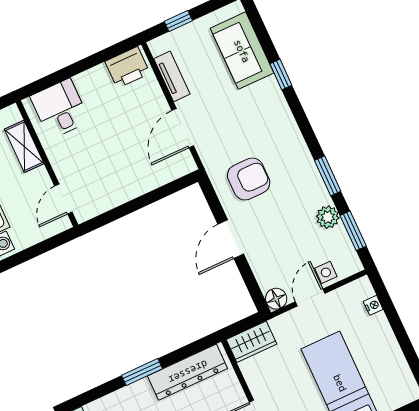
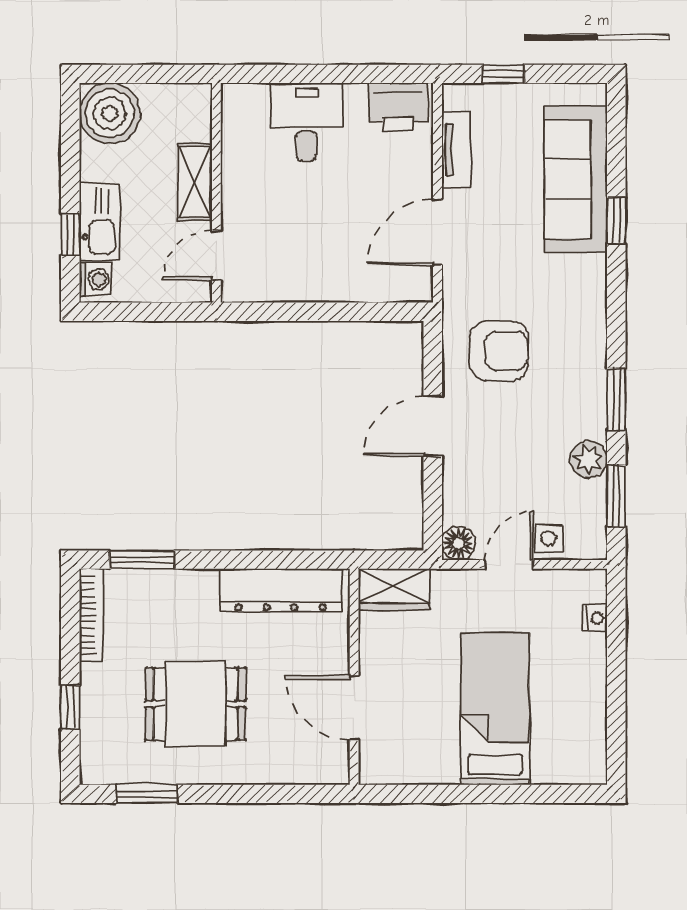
sofa: (242, 51) -> (576, 179), width x1.36
desk: (60, 109) -> (306, 122), moved
shelving: (24, 146) -> (195, 182), moved
window: (142, 372) -> (142, 560), moved

